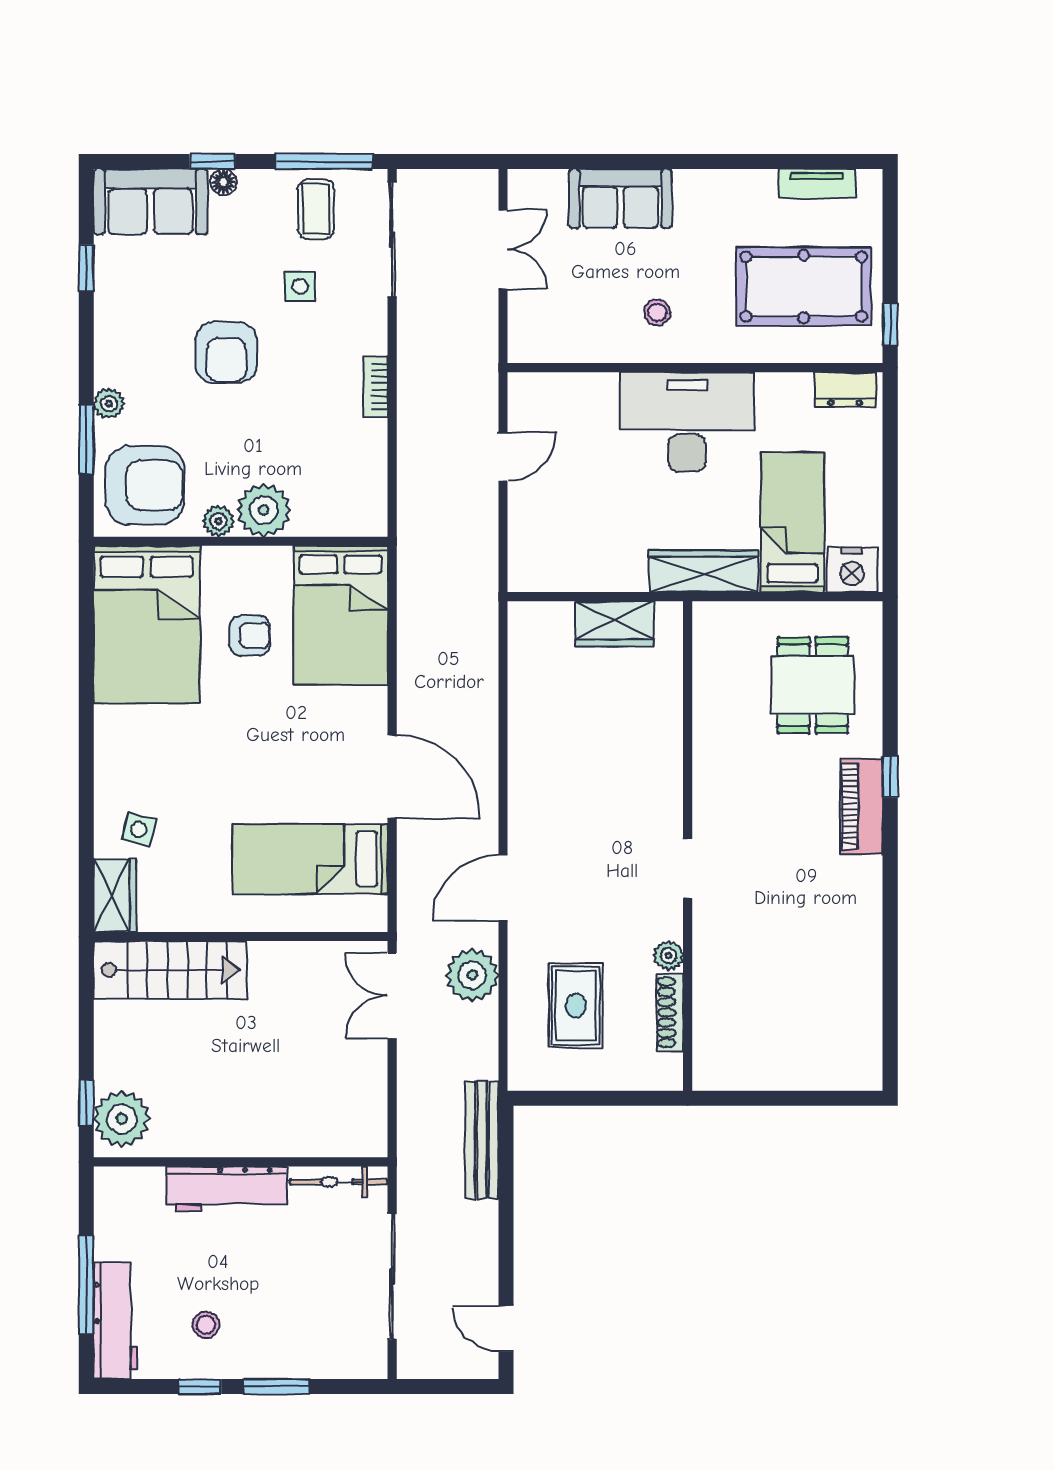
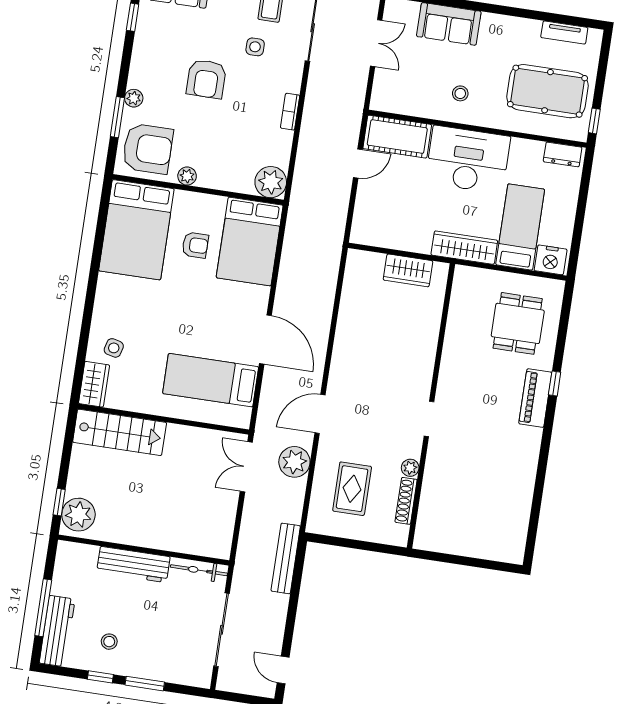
cot: (562, 401) -> (397, 137), added
plant: (264, 510) -> (271, 182), moved

